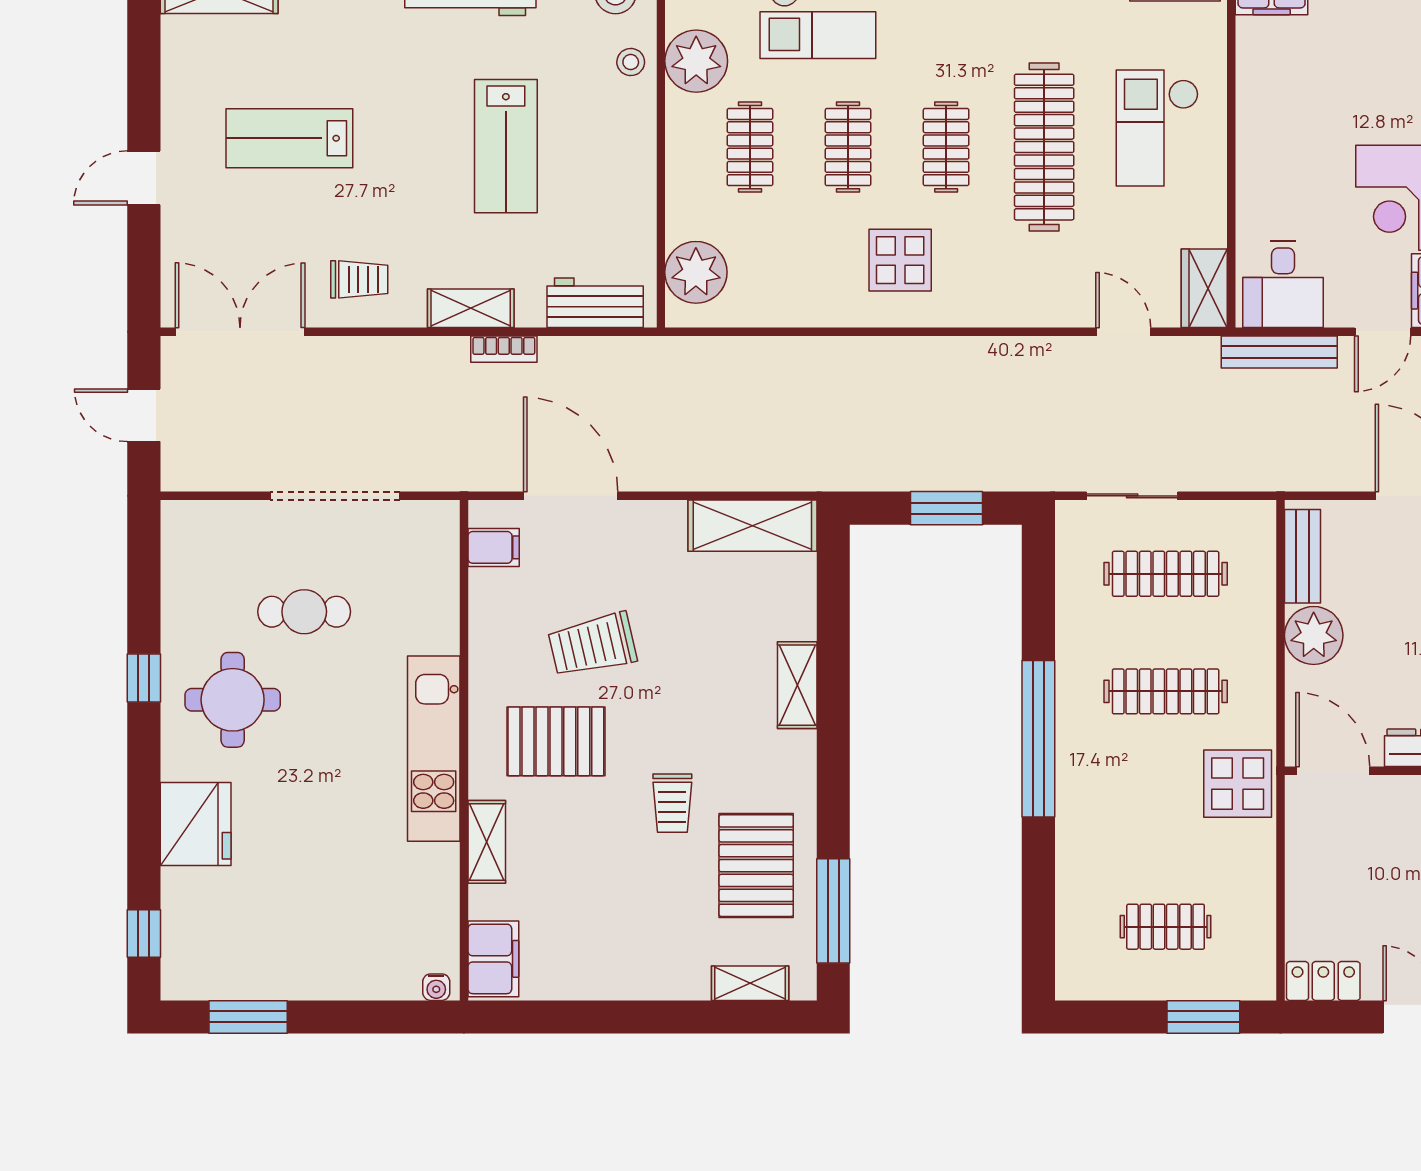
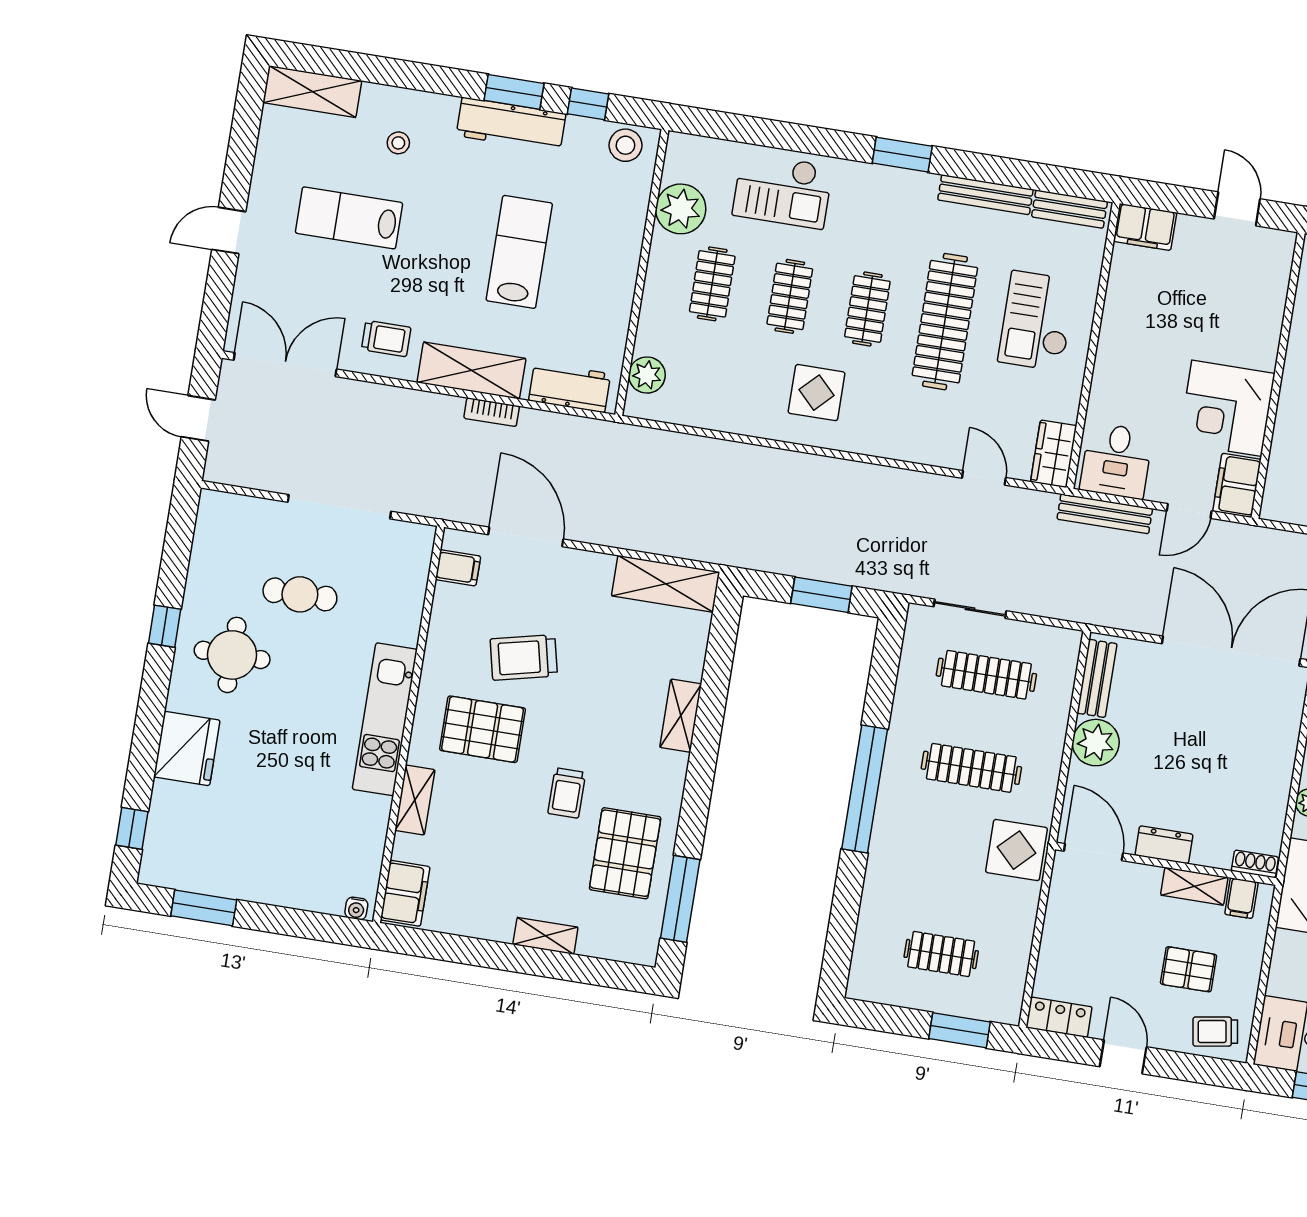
stool: (631, 62) -> (398, 143), moved
lab bench: (506, 146) -> (519, 252), turned 180
plant: (696, 272) -> (647, 375), width x0.73, depth x0.73
shelving: (471, 308) -> (471, 370), width x1.50, depth x1.33
shelving: (750, 983) -> (545, 936), moved

